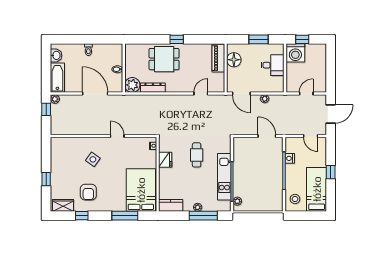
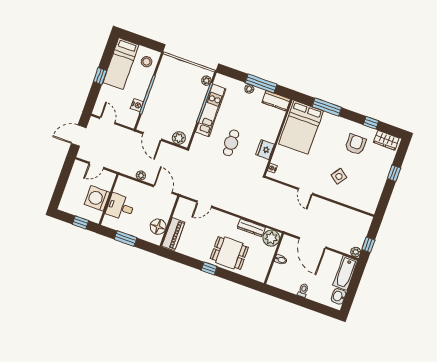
washing machine: (295, 53) -> (97, 198), moved, turned -90
plant: (243, 143) -> (179, 138), added
window: (203, 216) -> (261, 84), moved

